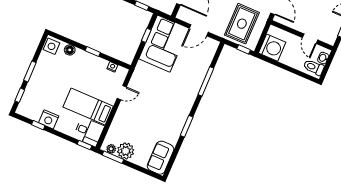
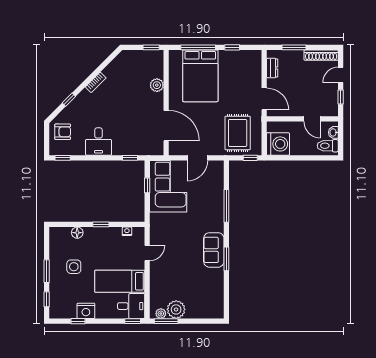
side table: (51, 46) -> (74, 267), moved
sofa: (161, 158) -> (214, 250), moved

